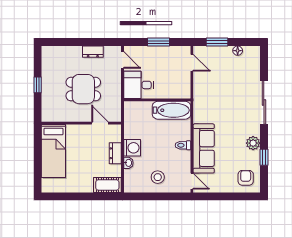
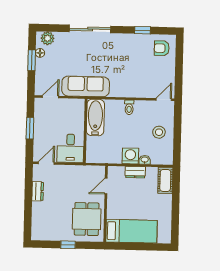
window: (217, 42) -> (32, 60), moved
dining table: (83, 89) -> (87, 219), moved
plant: (253, 143) -> (48, 38), moved
sofa: (204, 148) -> (86, 86), moved

